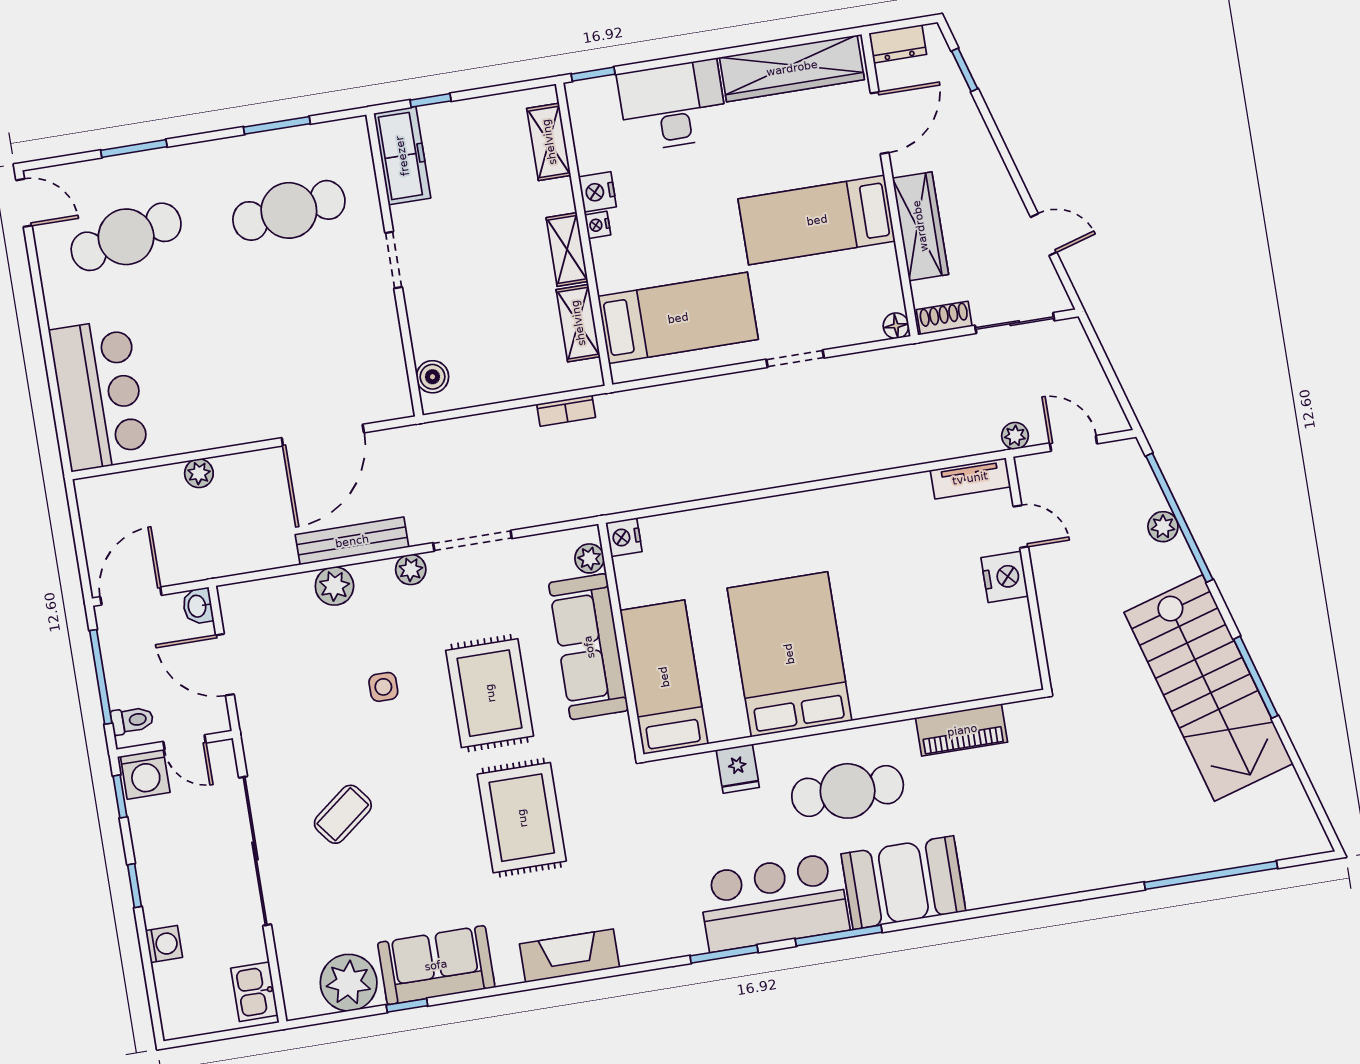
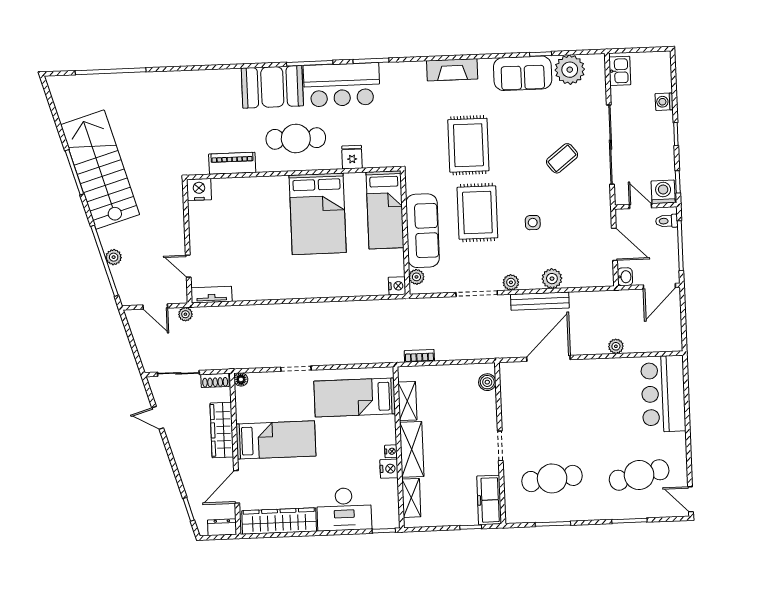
shelving: (567, 250) -> (412, 449), width x1.50, depth x1.33
nightstand: (1005, 577) -> (199, 189), moved, turned 90

